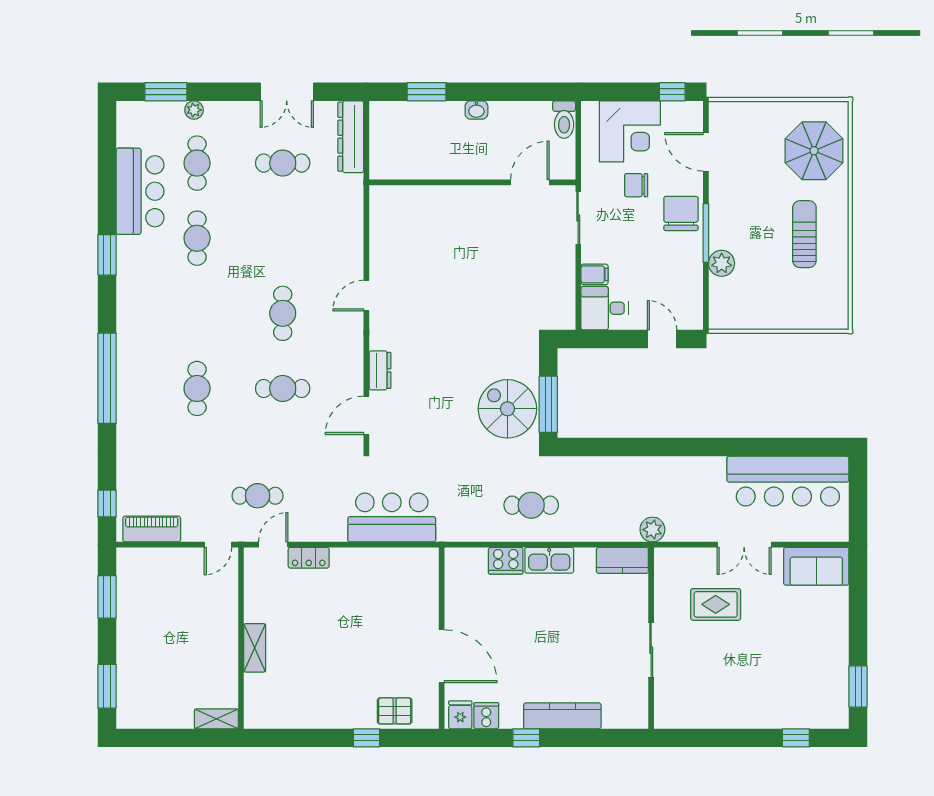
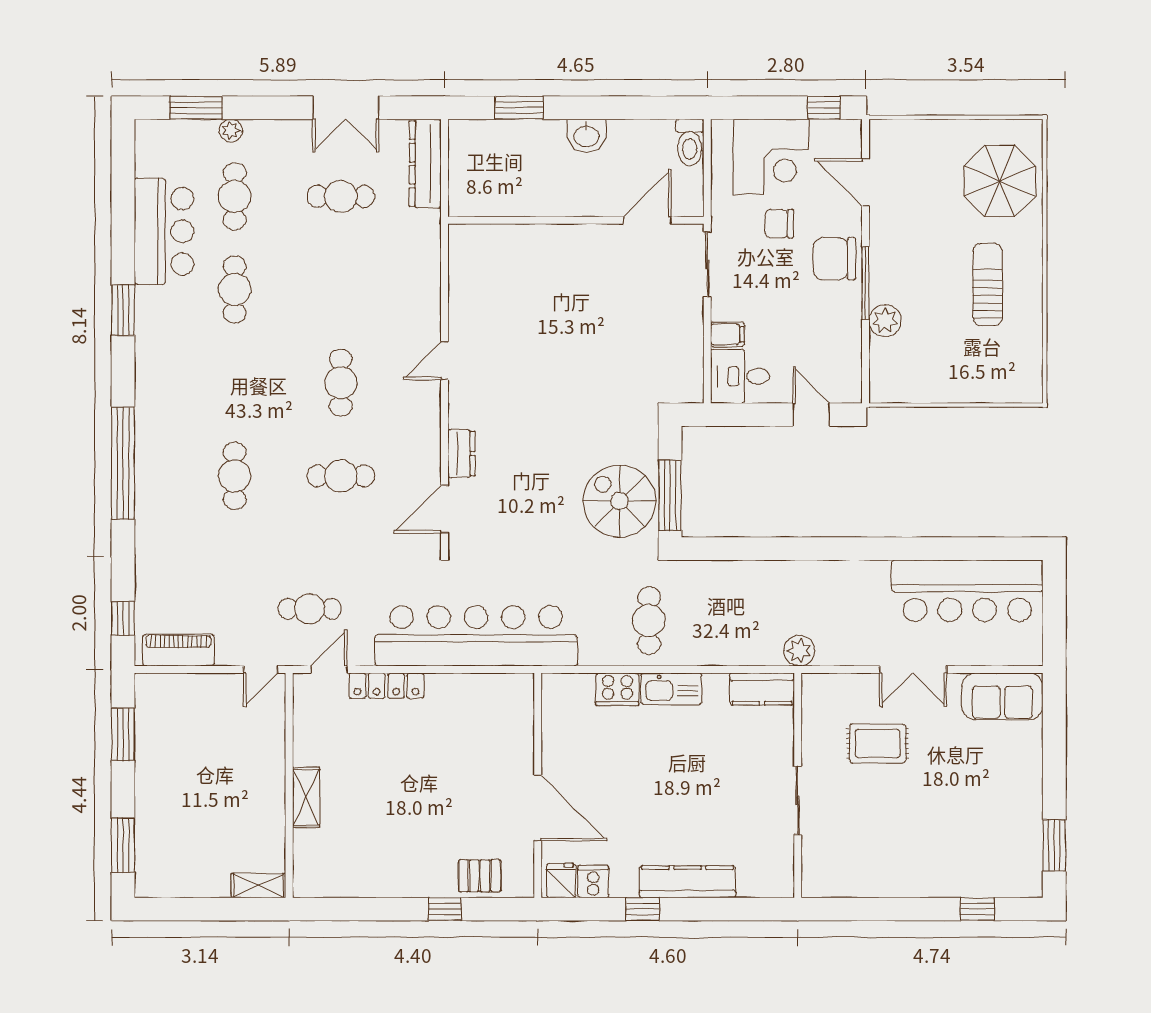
washbasin: (476, 110) -> (586, 136), width x1.38, depth x1.45
chair: (681, 213) -> (835, 259), turned -90
cafe table: (531, 505) -> (649, 621), turned 90
bar counter: (392, 518) -> (476, 636), width x1.86
locker: (309, 558) -> (386, 686), width x1.53

